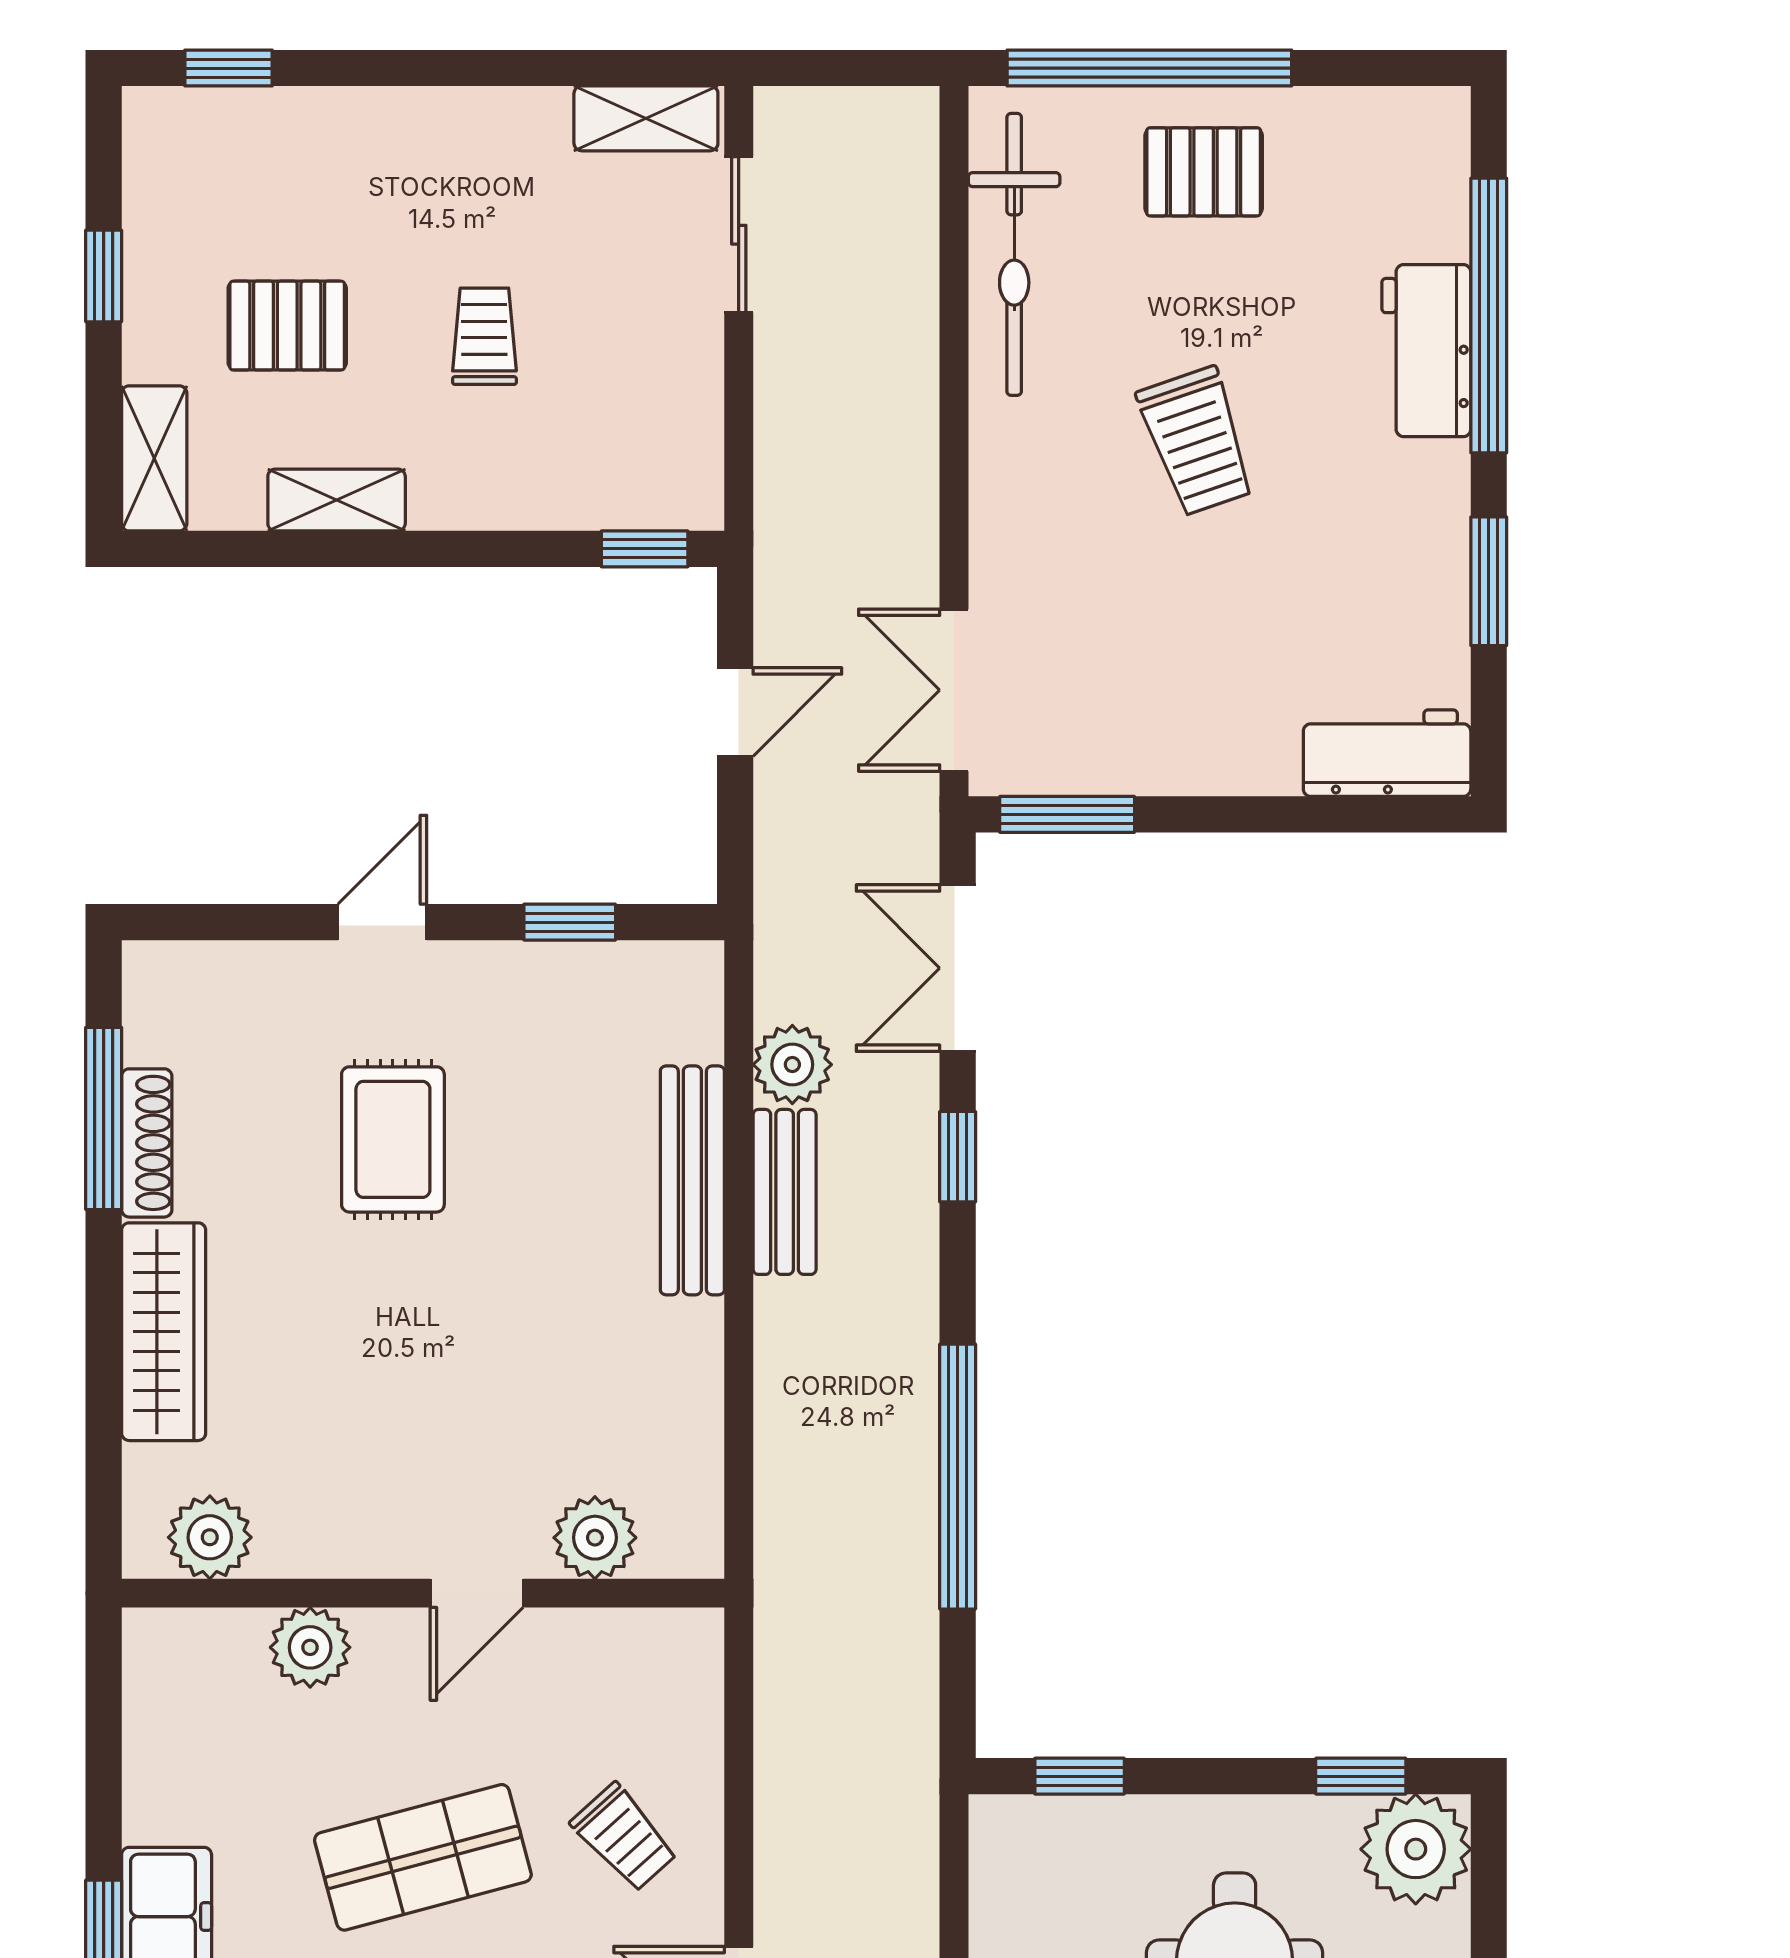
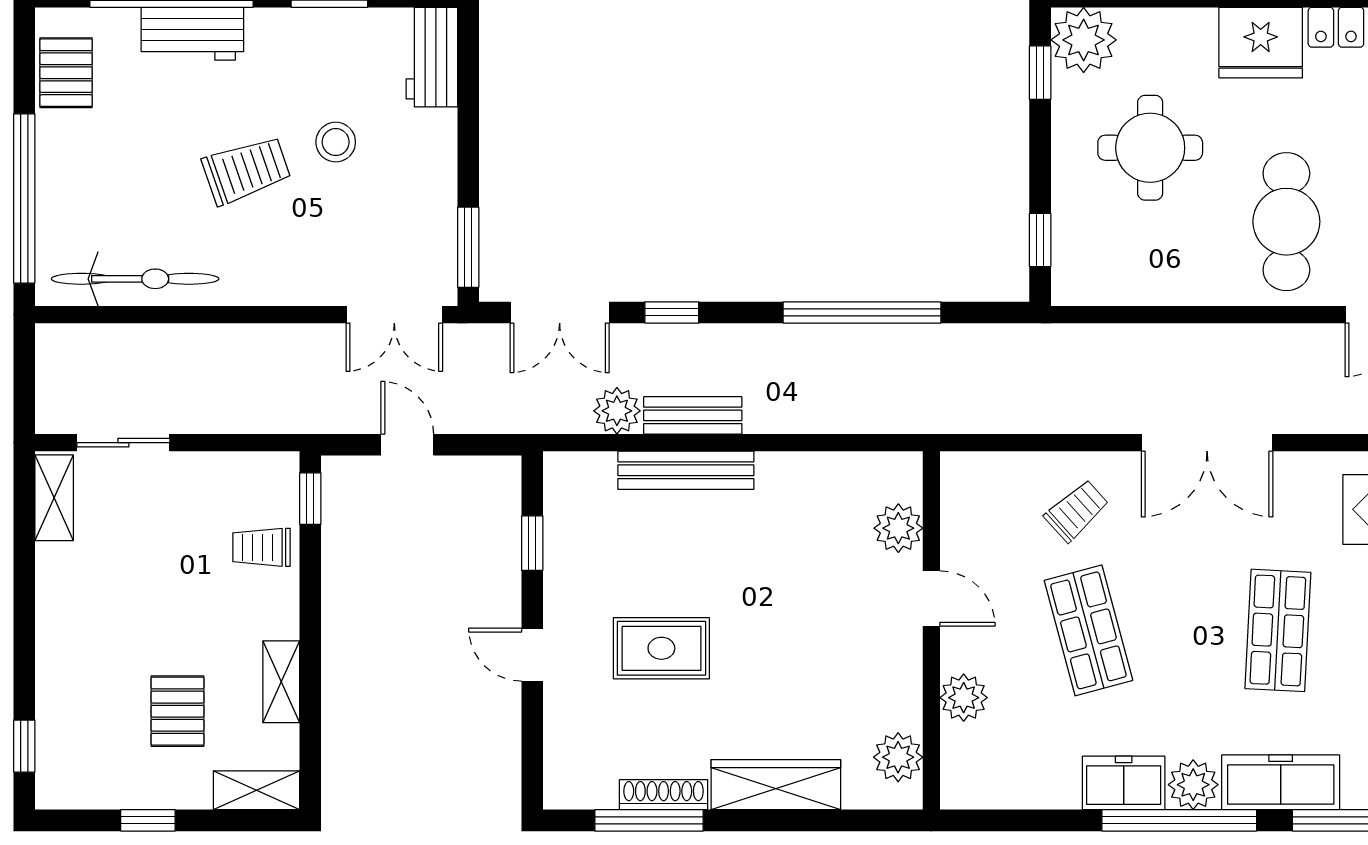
pallet: (1204, 172) -> (66, 73), moved
trolley: (484, 336) -> (262, 547), moved
stool: (1244, 592) -> (336, 142), added

